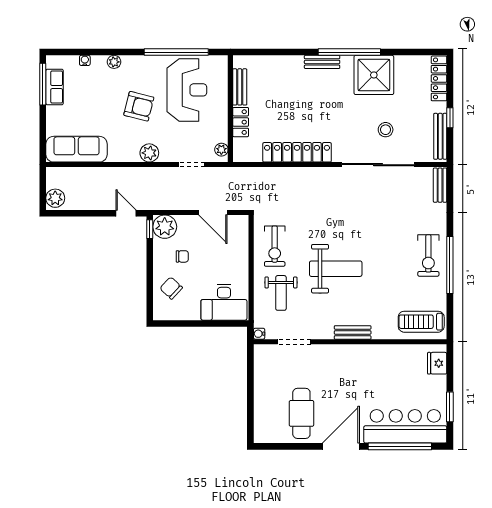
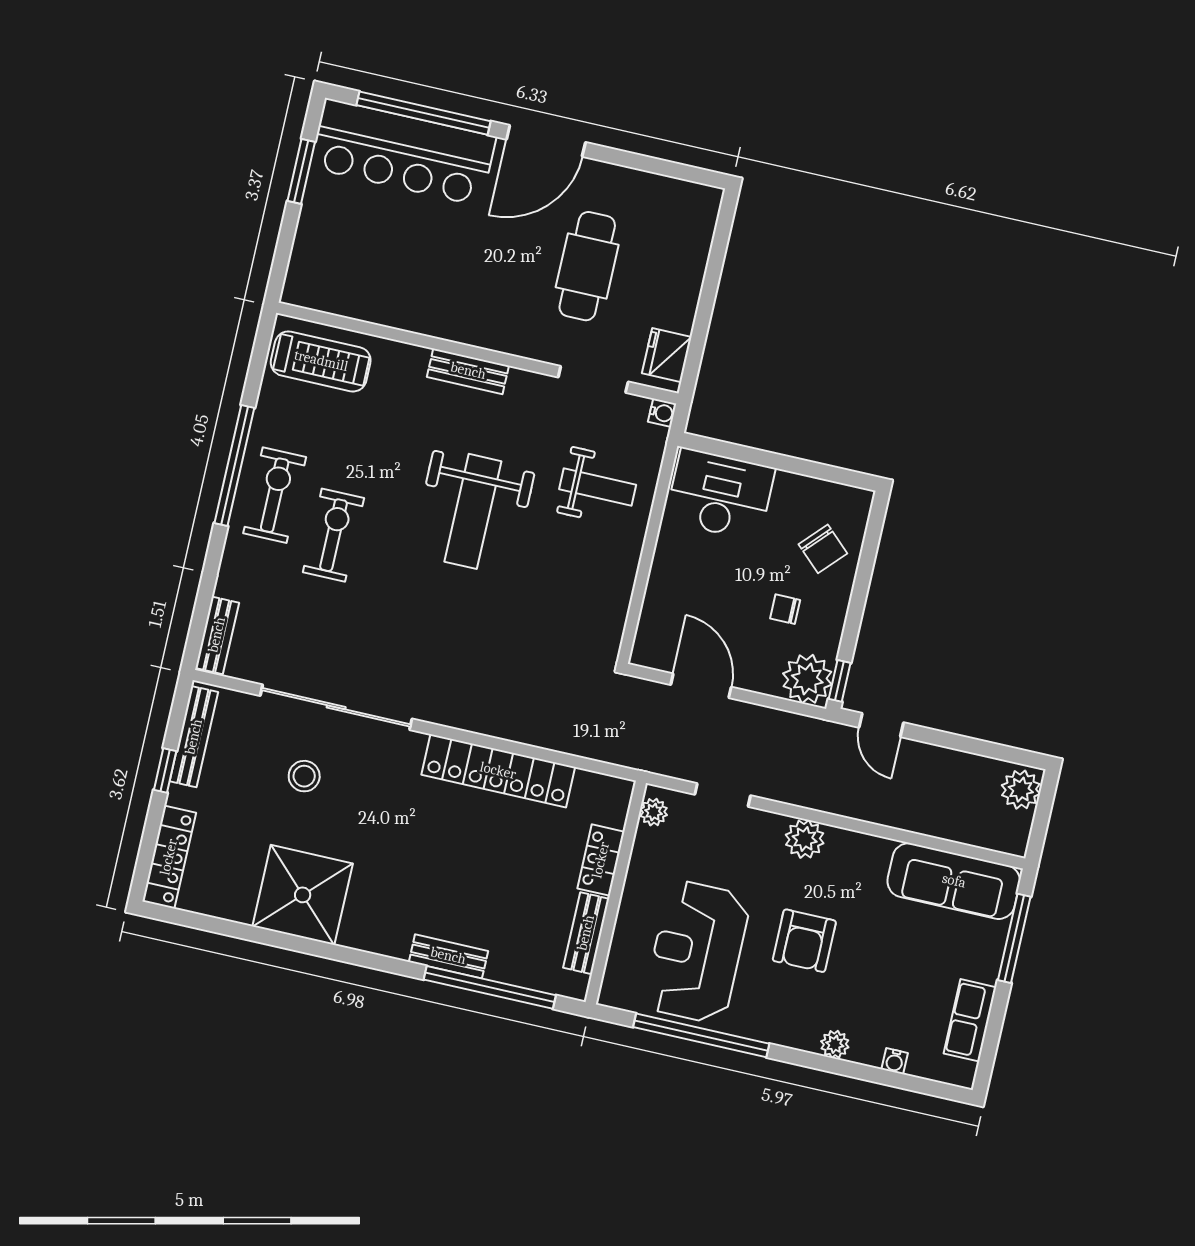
window: (349, 52) -> (490, 987), moved
bench: (322, 62) -> (448, 956), moved
window: (43, 84) -> (1014, 938), moved
armchair: (139, 106) -> (804, 941), turned -104
exercise bike: (275, 246) -> (333, 535), moved
weight bench: (336, 269) -> (473, 511), turned -90
weight bench: (281, 293) -> (598, 487), turned 90
fridge: (437, 363) -> (667, 355), moved, turned 180
cafe table: (301, 413) -> (587, 266), moved

